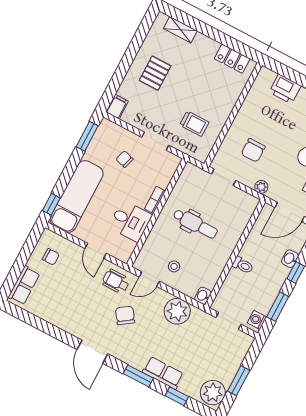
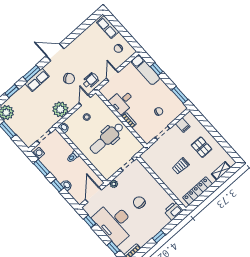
locker: (232, 59) -> (198, 191), width x1.53
printer: (285, 89) -> (173, 211), moved
filing cabinet: (117, 107) -> (183, 125), moved
trolley: (194, 124) -> (181, 166), moved
chair: (253, 150) -> (139, 202), moved
exam couch: (77, 196) -> (145, 70), width x0.73, depth x0.69
window: (51, 204) -> (157, 69), moved
dental chair: (195, 224) -> (107, 138), width x1.36, depth x1.38
door: (96, 251) -> (112, 75), hinge flipped
row of seats: (163, 373) -> (37, 80), moved

